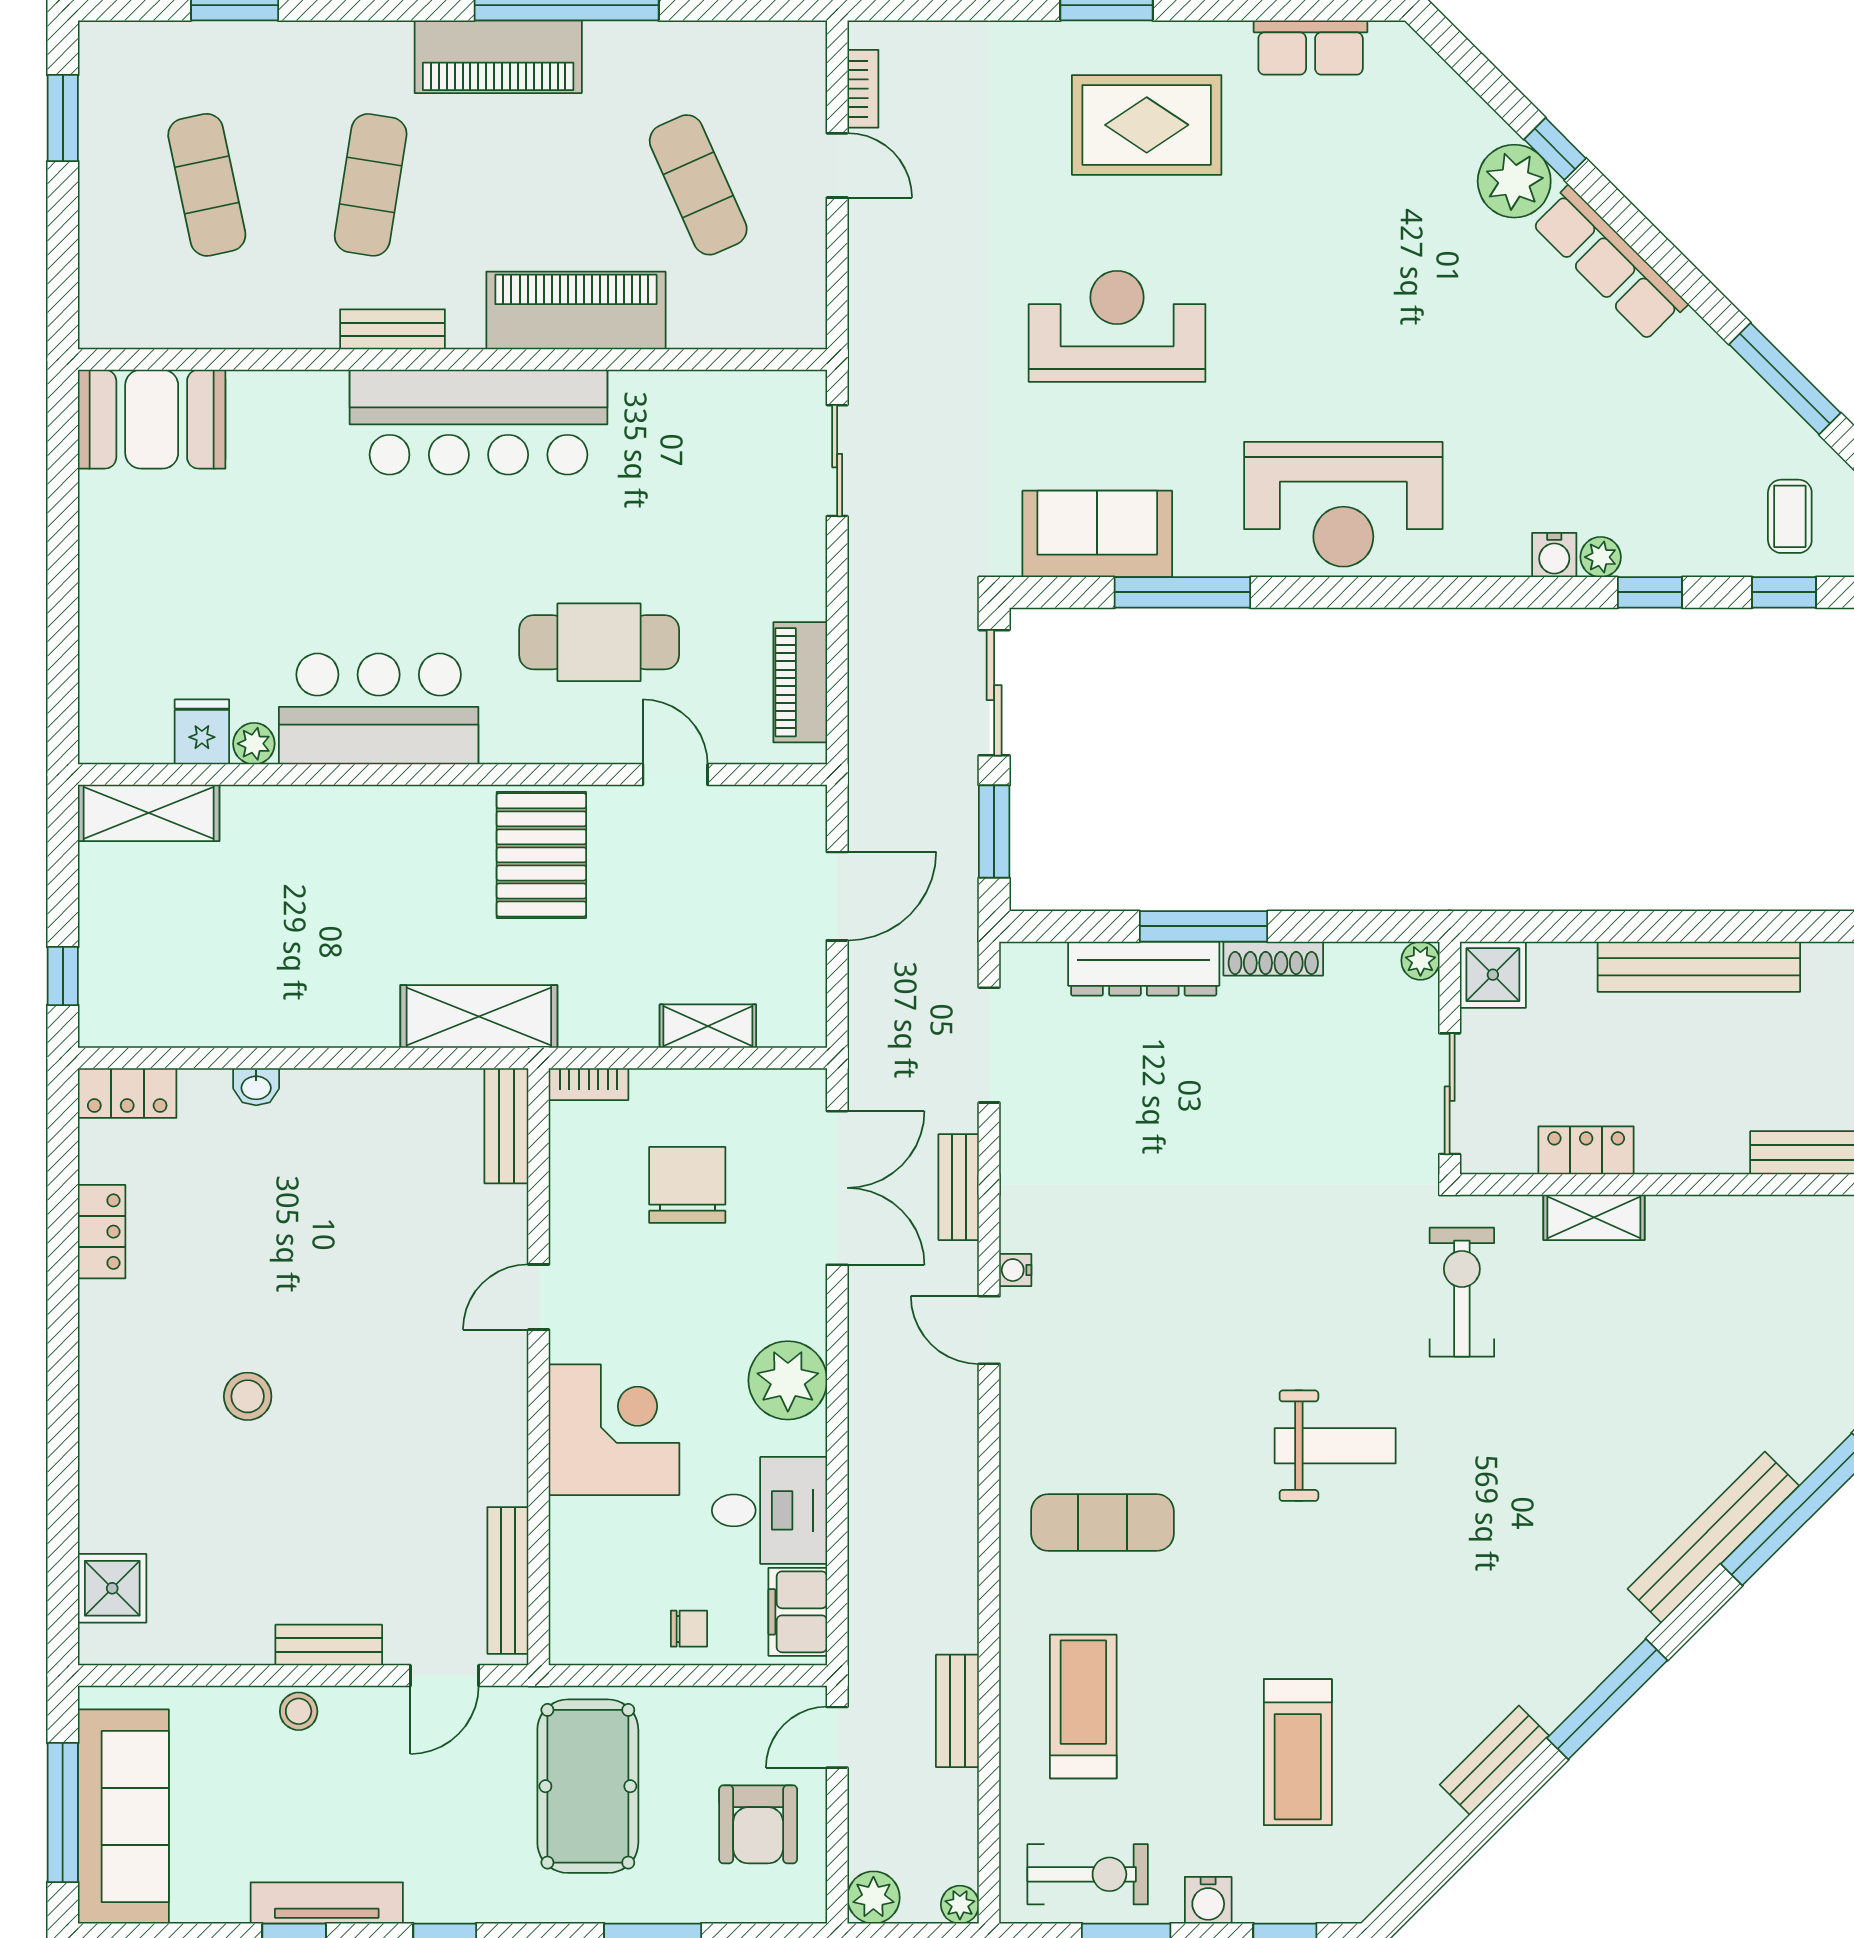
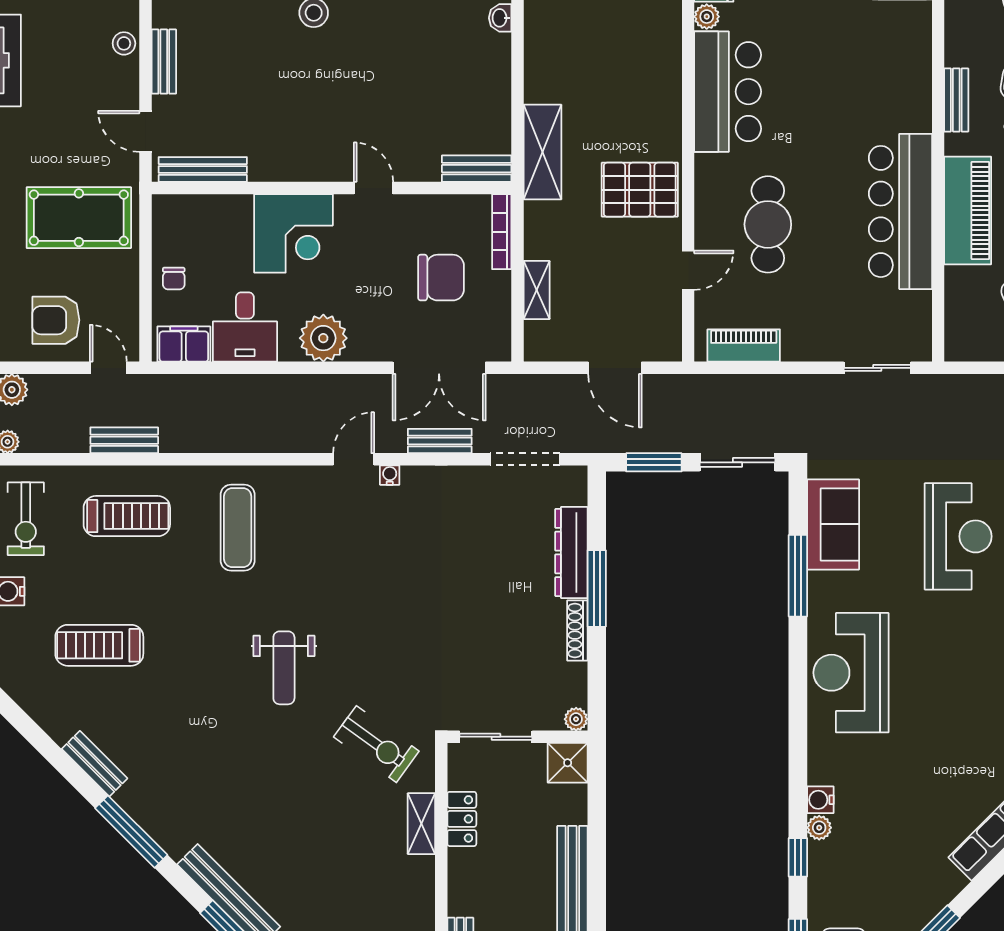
bar counter: (478, 422) -> (900, 211), moved
bookcase: (589, 1084) -> (502, 232), width x1.56
exercise bike: (1462, 1292) -> (376, 744), turned 36

